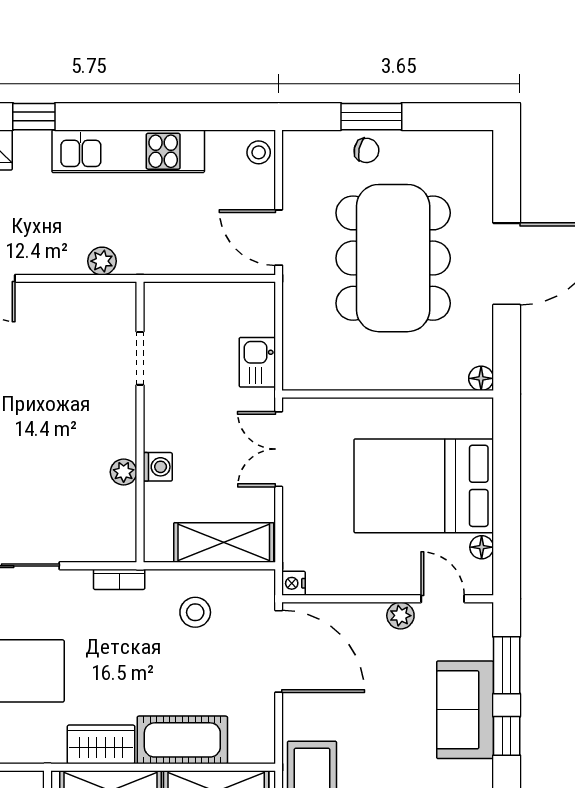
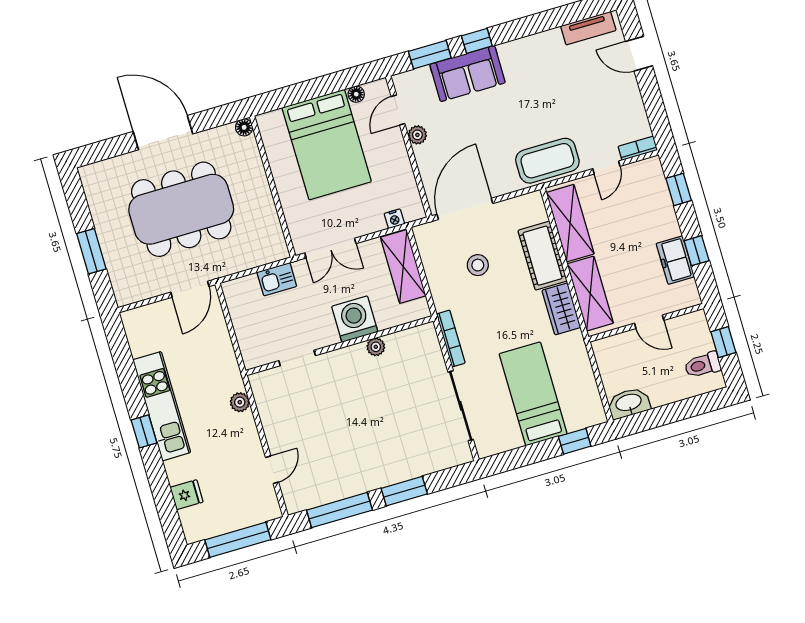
window: (34, 117) -> (144, 431), moved
chair: (366, 150) -> (115, 248), removed
stool: (259, 152) -> (137, 319), removed
washing machine: (158, 467) -> (355, 319), width x1.89, depth x1.89
bookcase: (119, 579) -> (451, 339), width x1.56
nightstand: (294, 583) -> (394, 219), moved
stool: (195, 612) -> (478, 265), moved

